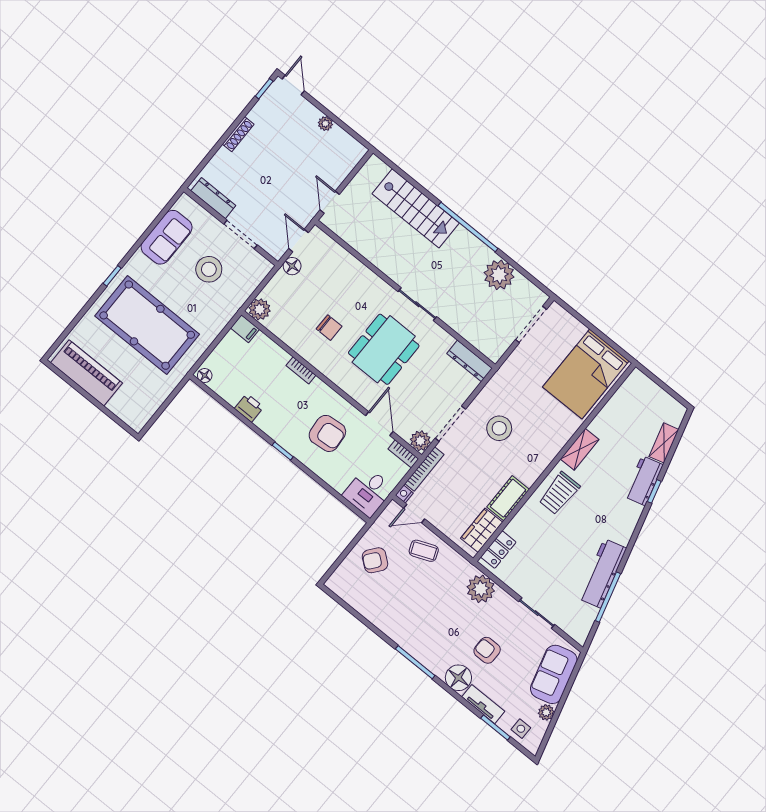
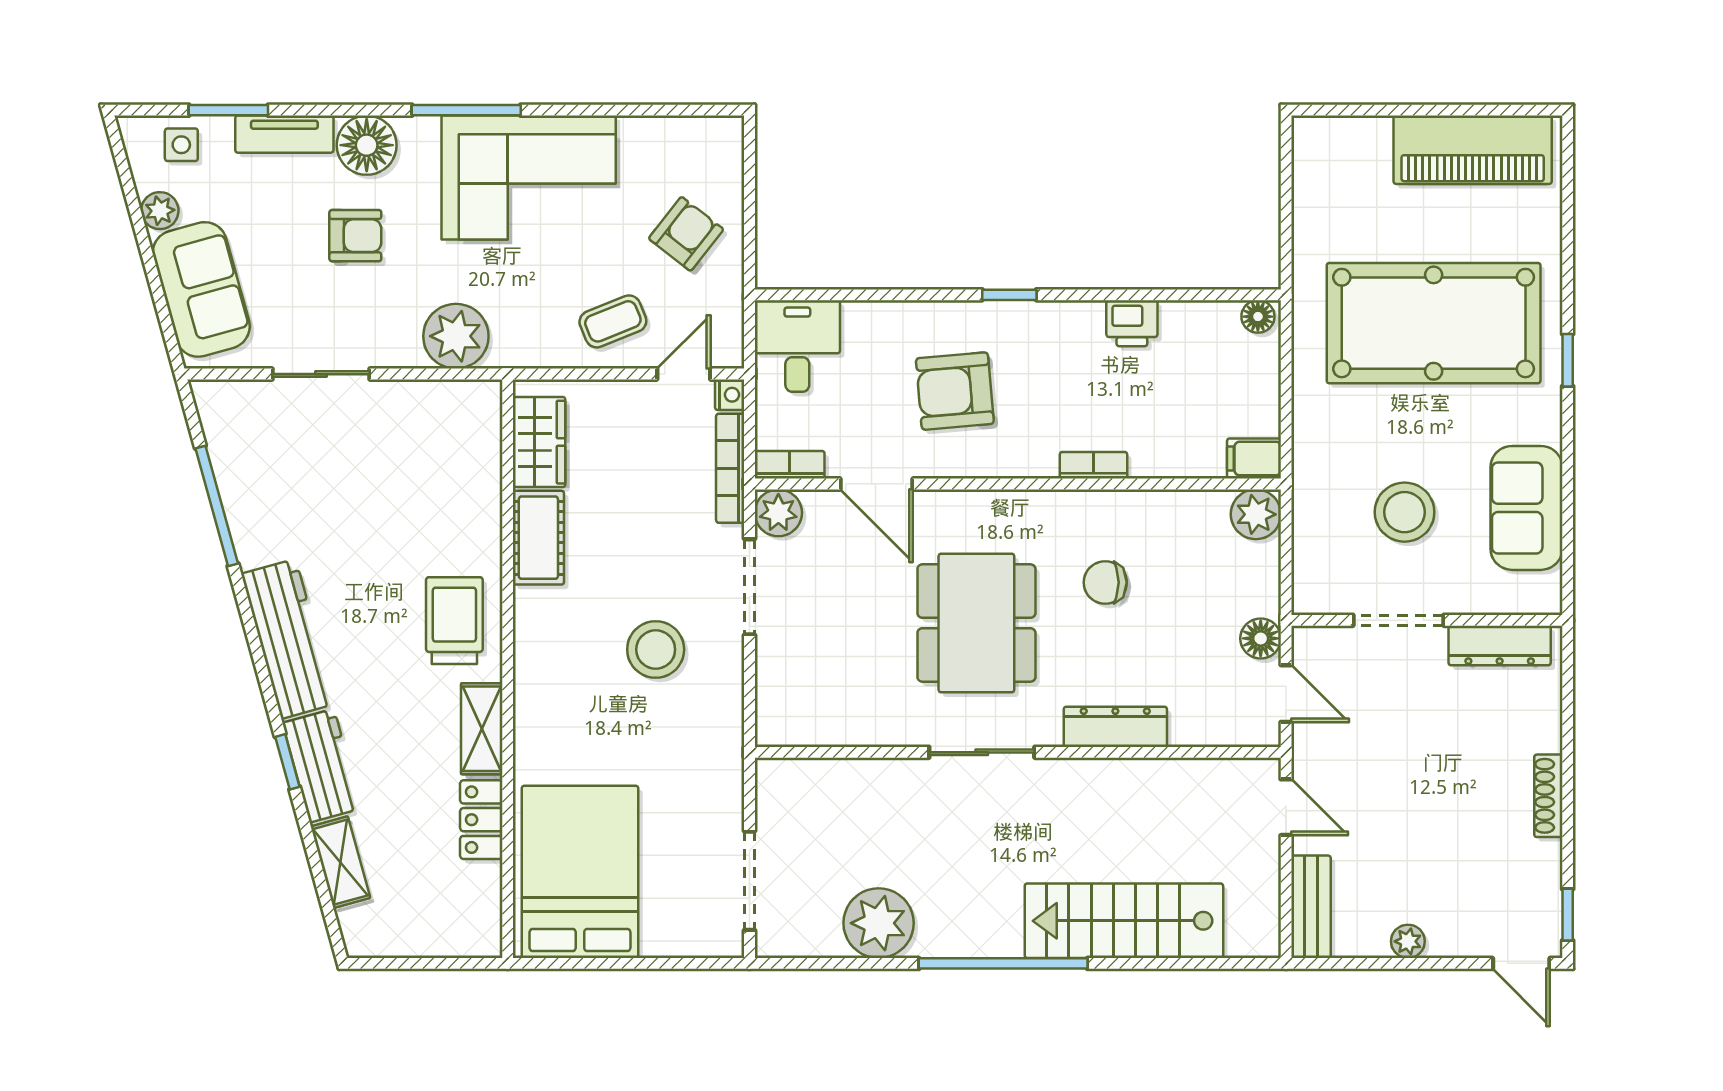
bench: (349, 162) -> (1311, 907), added
dresser: (470, 361) -> (1115, 727), moved
locker: (498, 550) -> (481, 820), moved
workbench: (602, 573) -> (288, 639), moved
corner sofa: (413, 622) -> (529, 178), added

